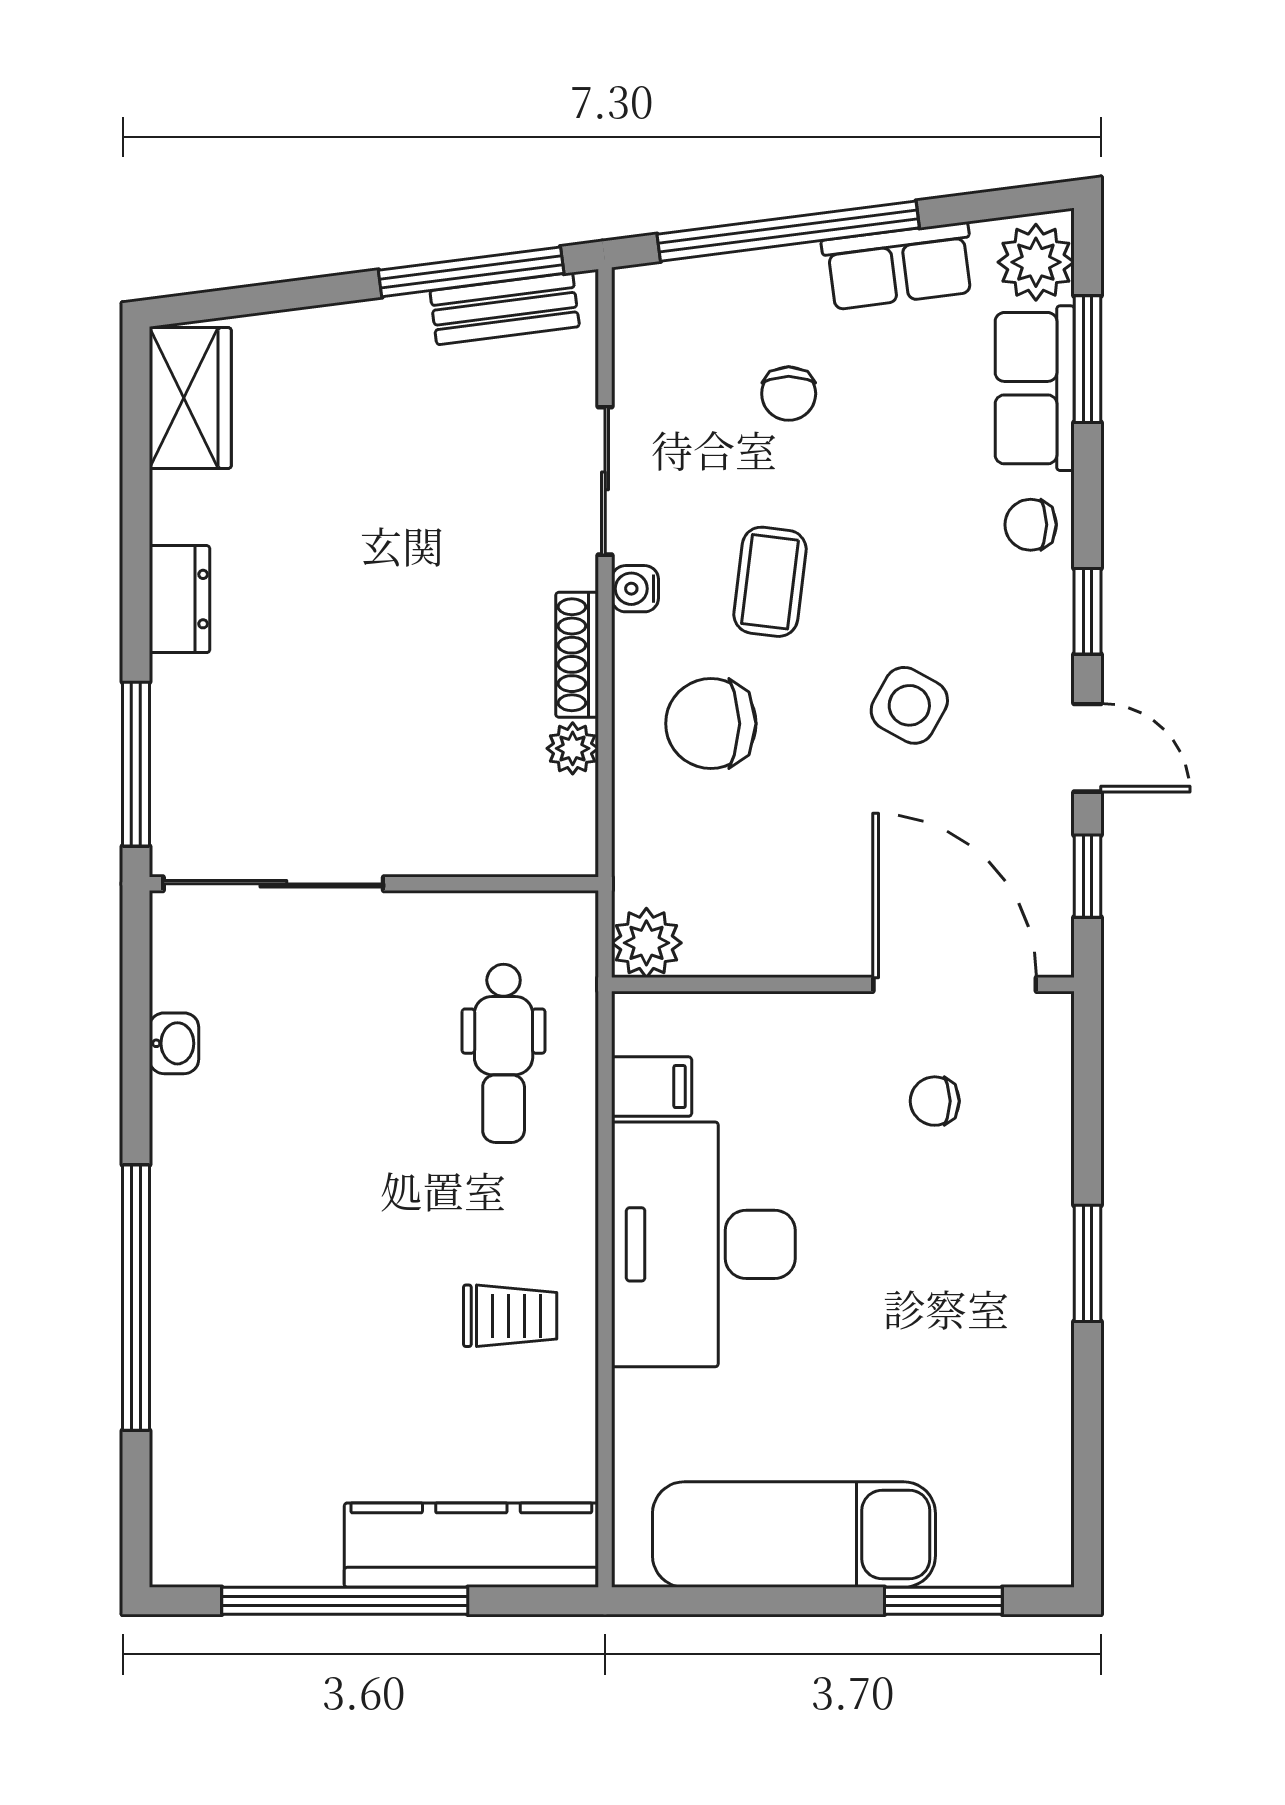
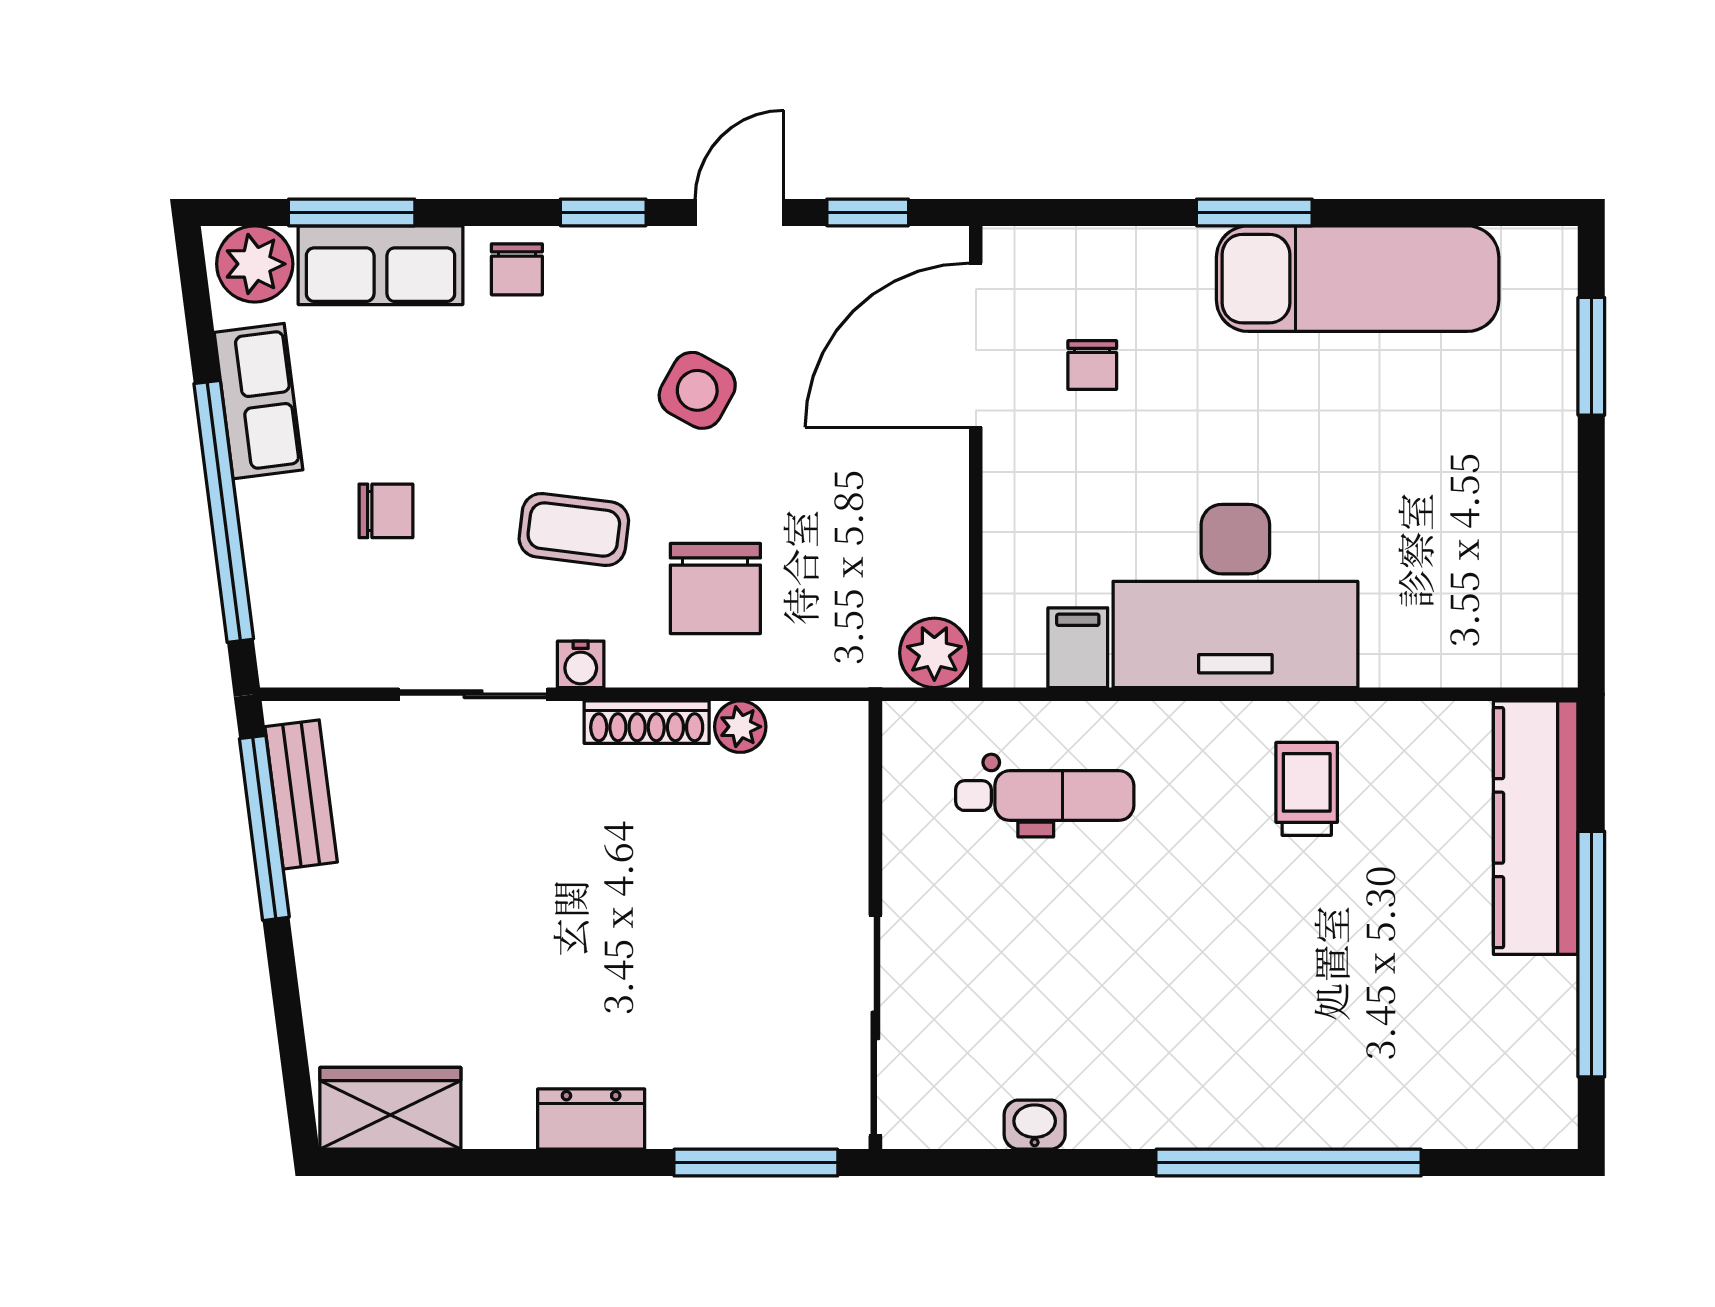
exam couch: (794, 1535) -> (1358, 279), moved, turned -90

